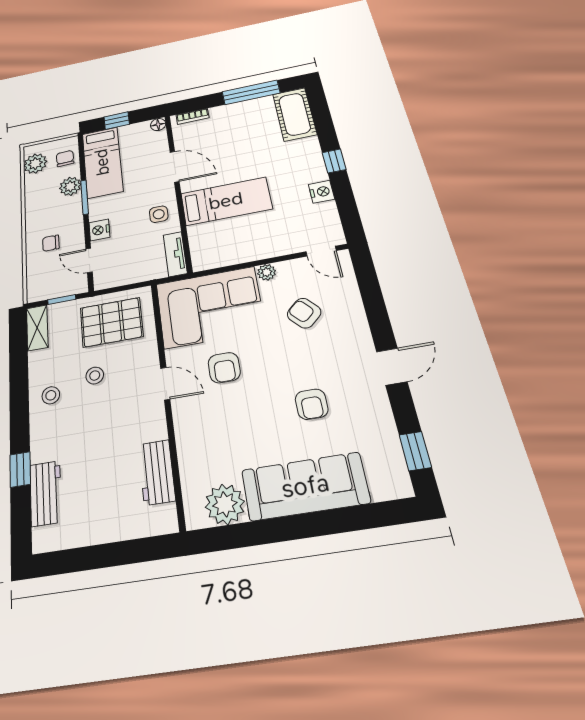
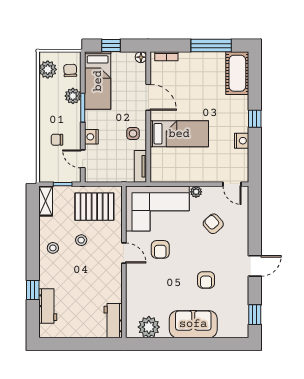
workbench: (157, 472) -> (113, 321), moved
sofa: (305, 486) -> (193, 324), width x0.73

